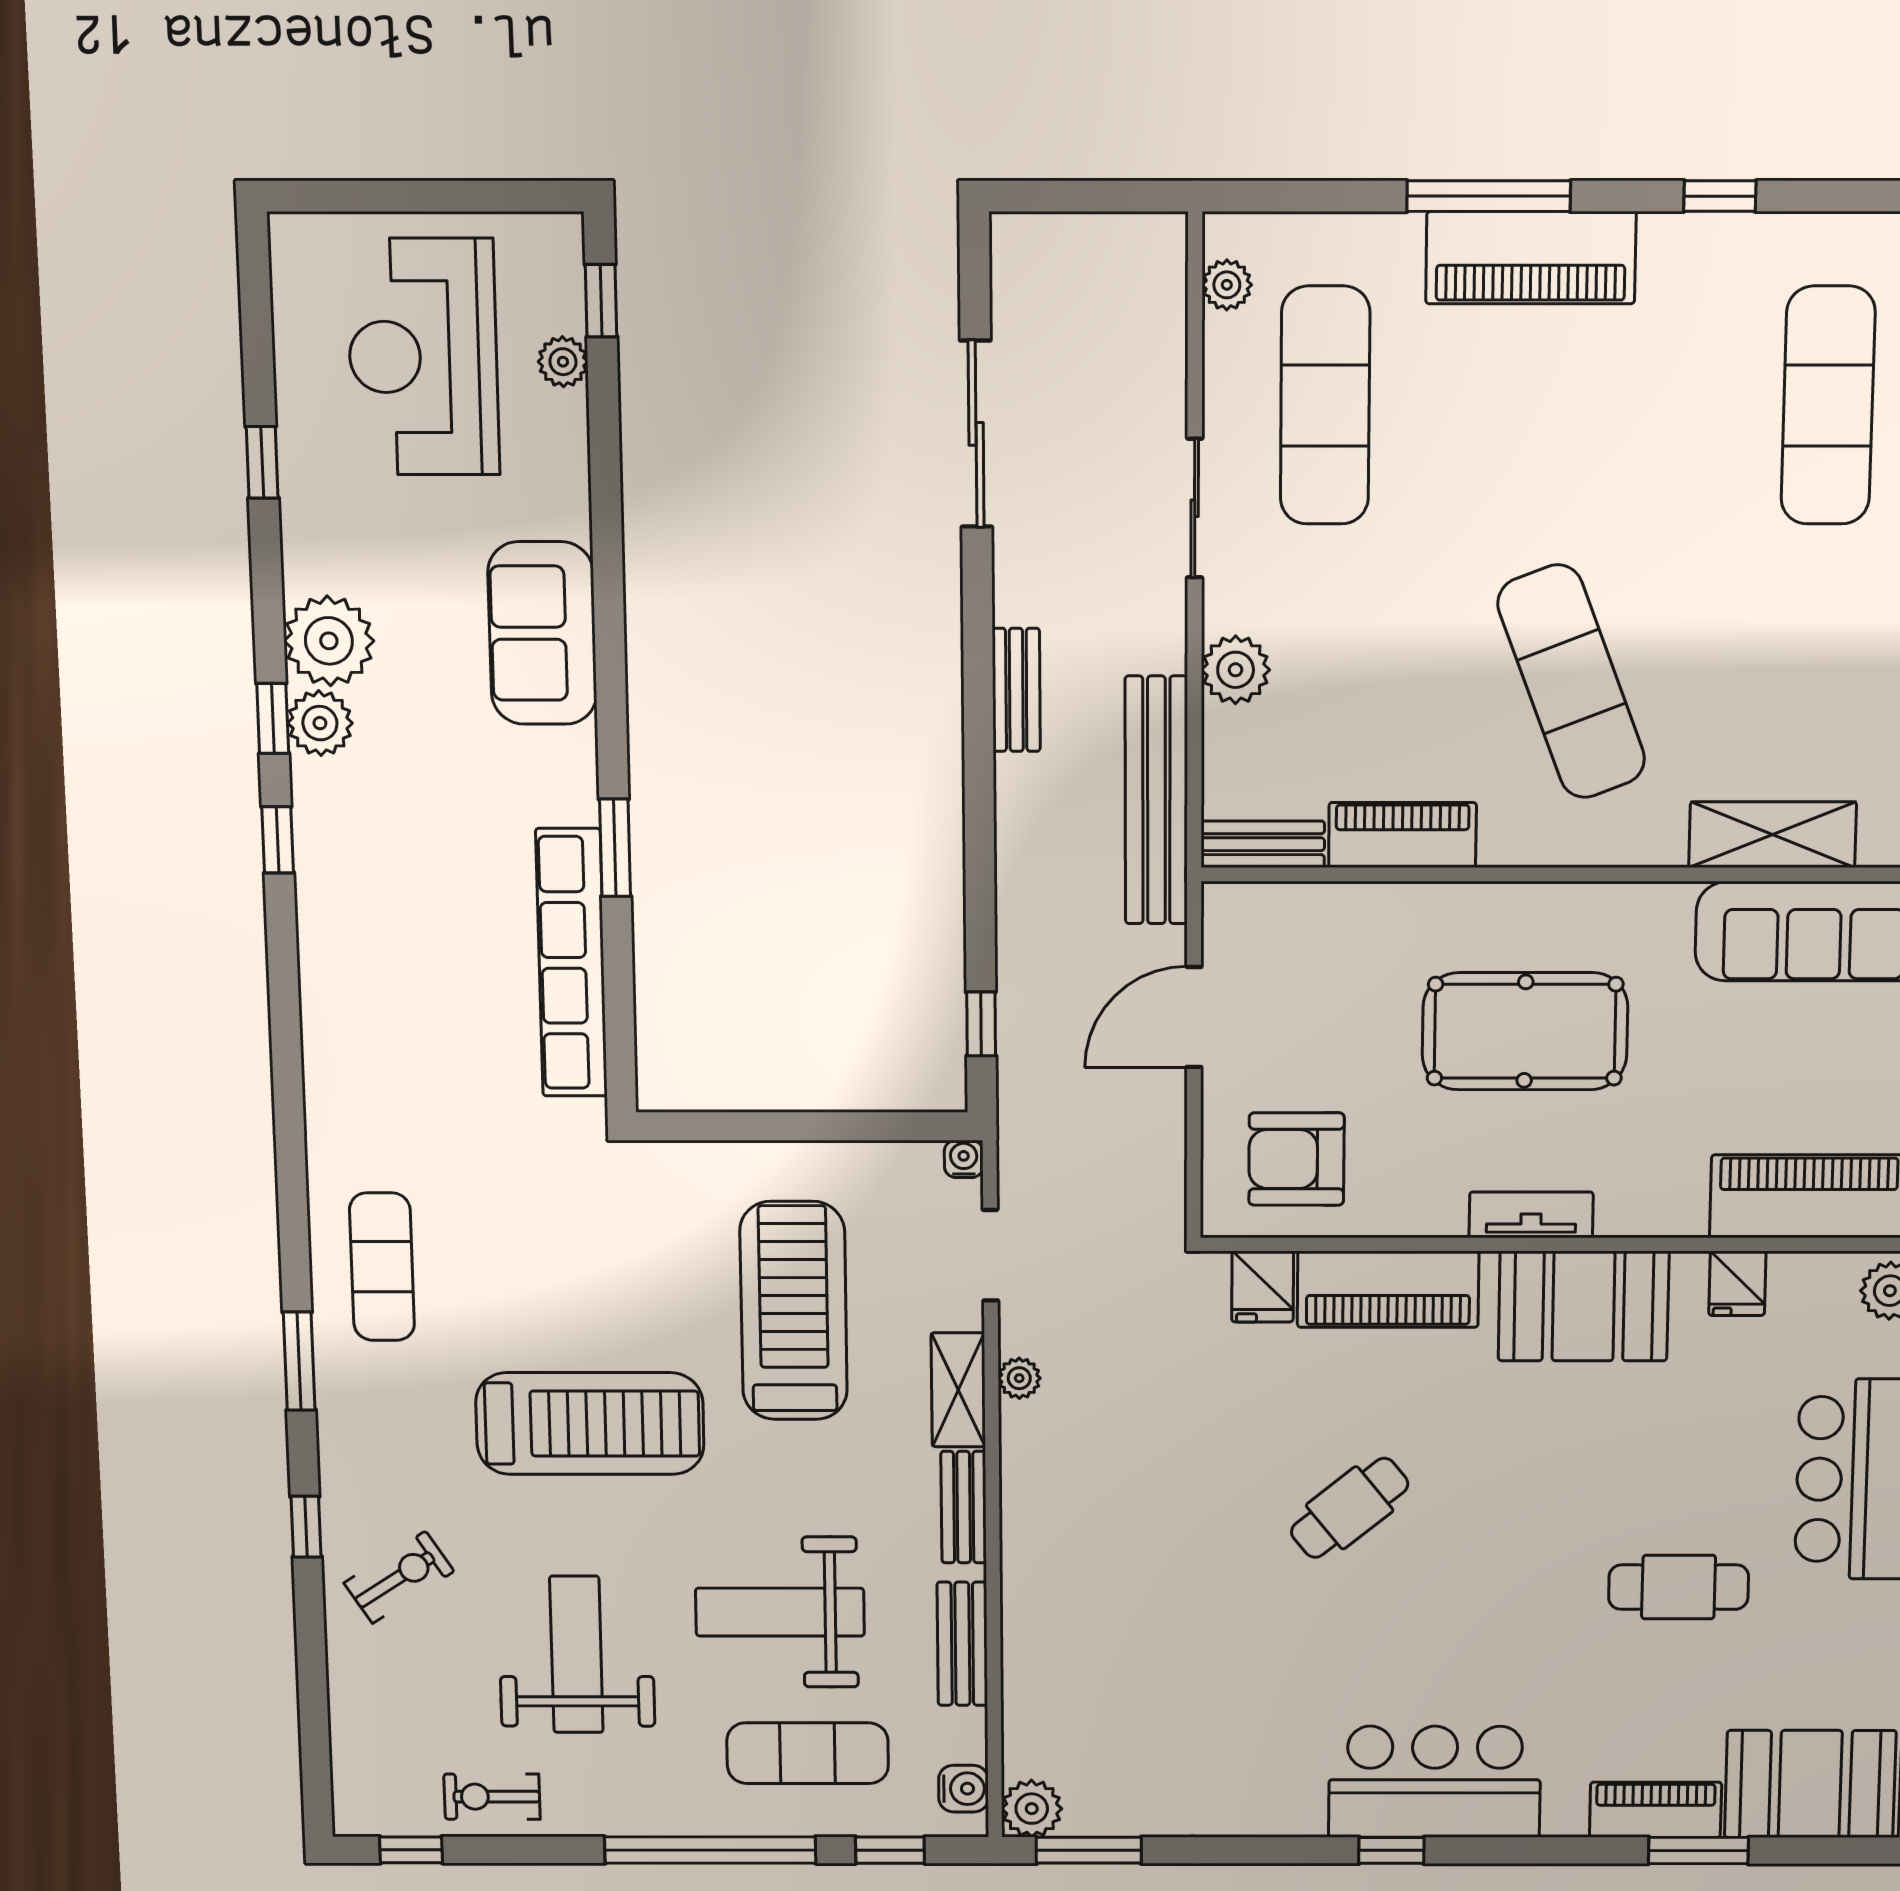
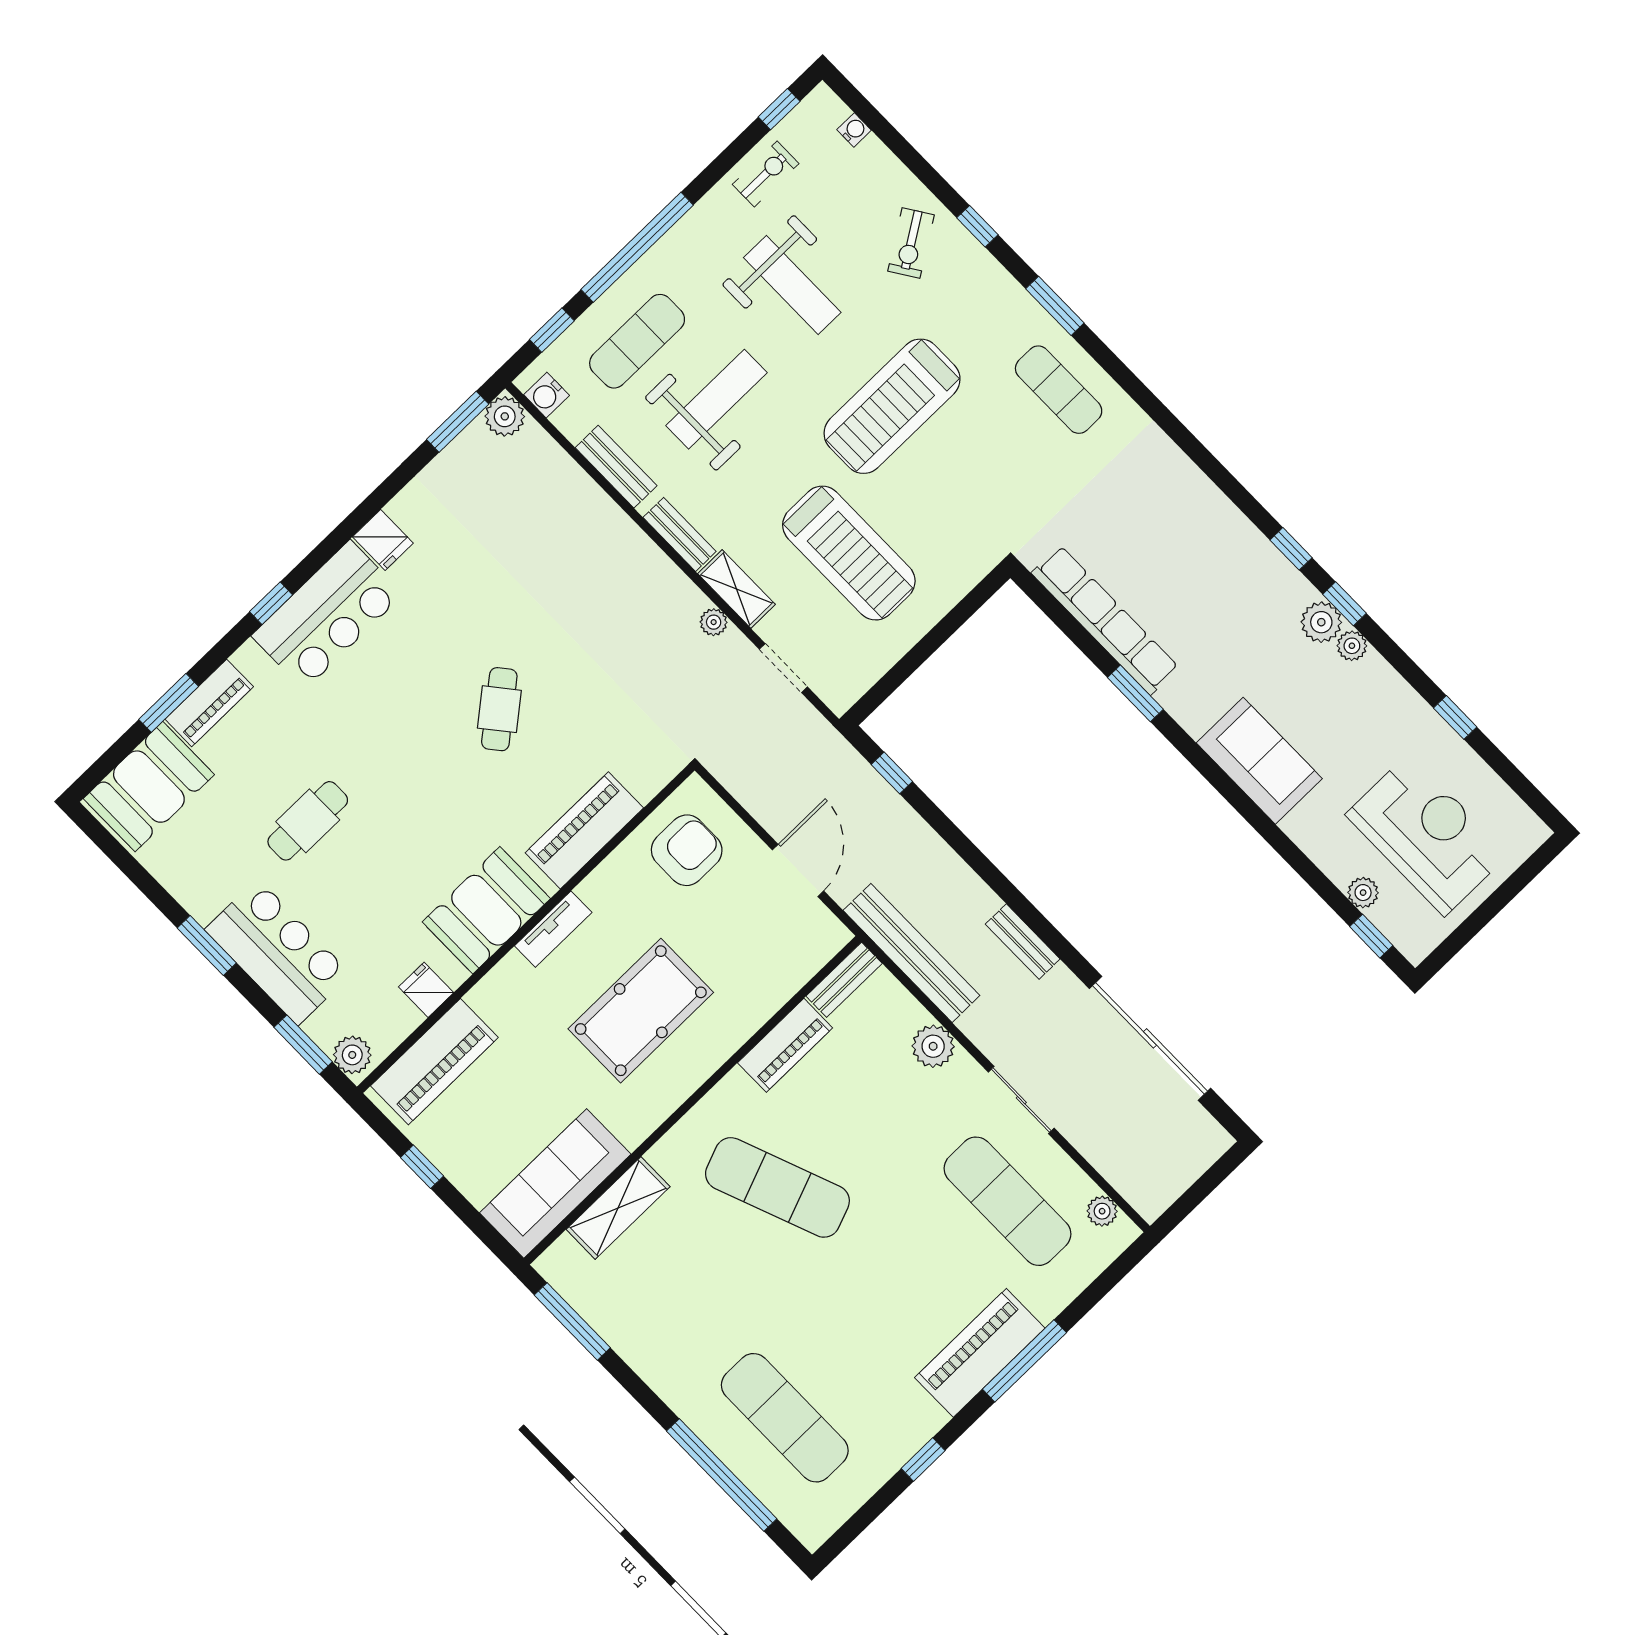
sliding door: (976, 434) -> (1150, 1038), width x1.36
plant: (329, 641) -> (1352, 646), width x0.53, depth x0.53
water cooler: (964, 1159) -> (854, 130), moved, turned -90
fridge: (1263, 1287) -> (383, 540), moved, turned 180
window: (1391, 1850) -> (271, 603), moved

